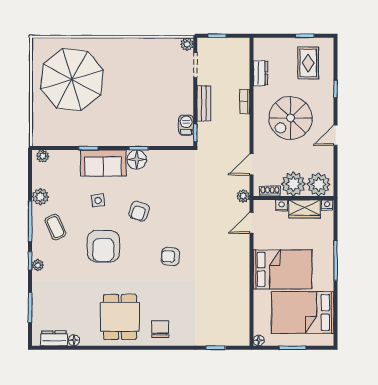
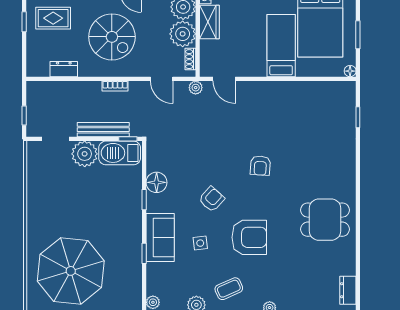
plant: (187, 44) -> (85, 154), moved, width x1.87, depth x1.87
bookcase: (245, 101) -> (115, 86), moved
bench: (204, 103) -> (103, 130), width x1.36
barbecue: (186, 125) -> (120, 153), width x1.88, depth x1.53
floor lamp: (137, 160) -> (157, 182), moved
nightstand: (282, 205) -> (206, 46), removed
armchair: (139, 211) -> (212, 199), turned -66
bed: (282, 269) -> (281, 46), width x0.67
chair: (160, 329) -> (338, 177), removed
floor lamp: (74, 340) -> (350, 269), removed

